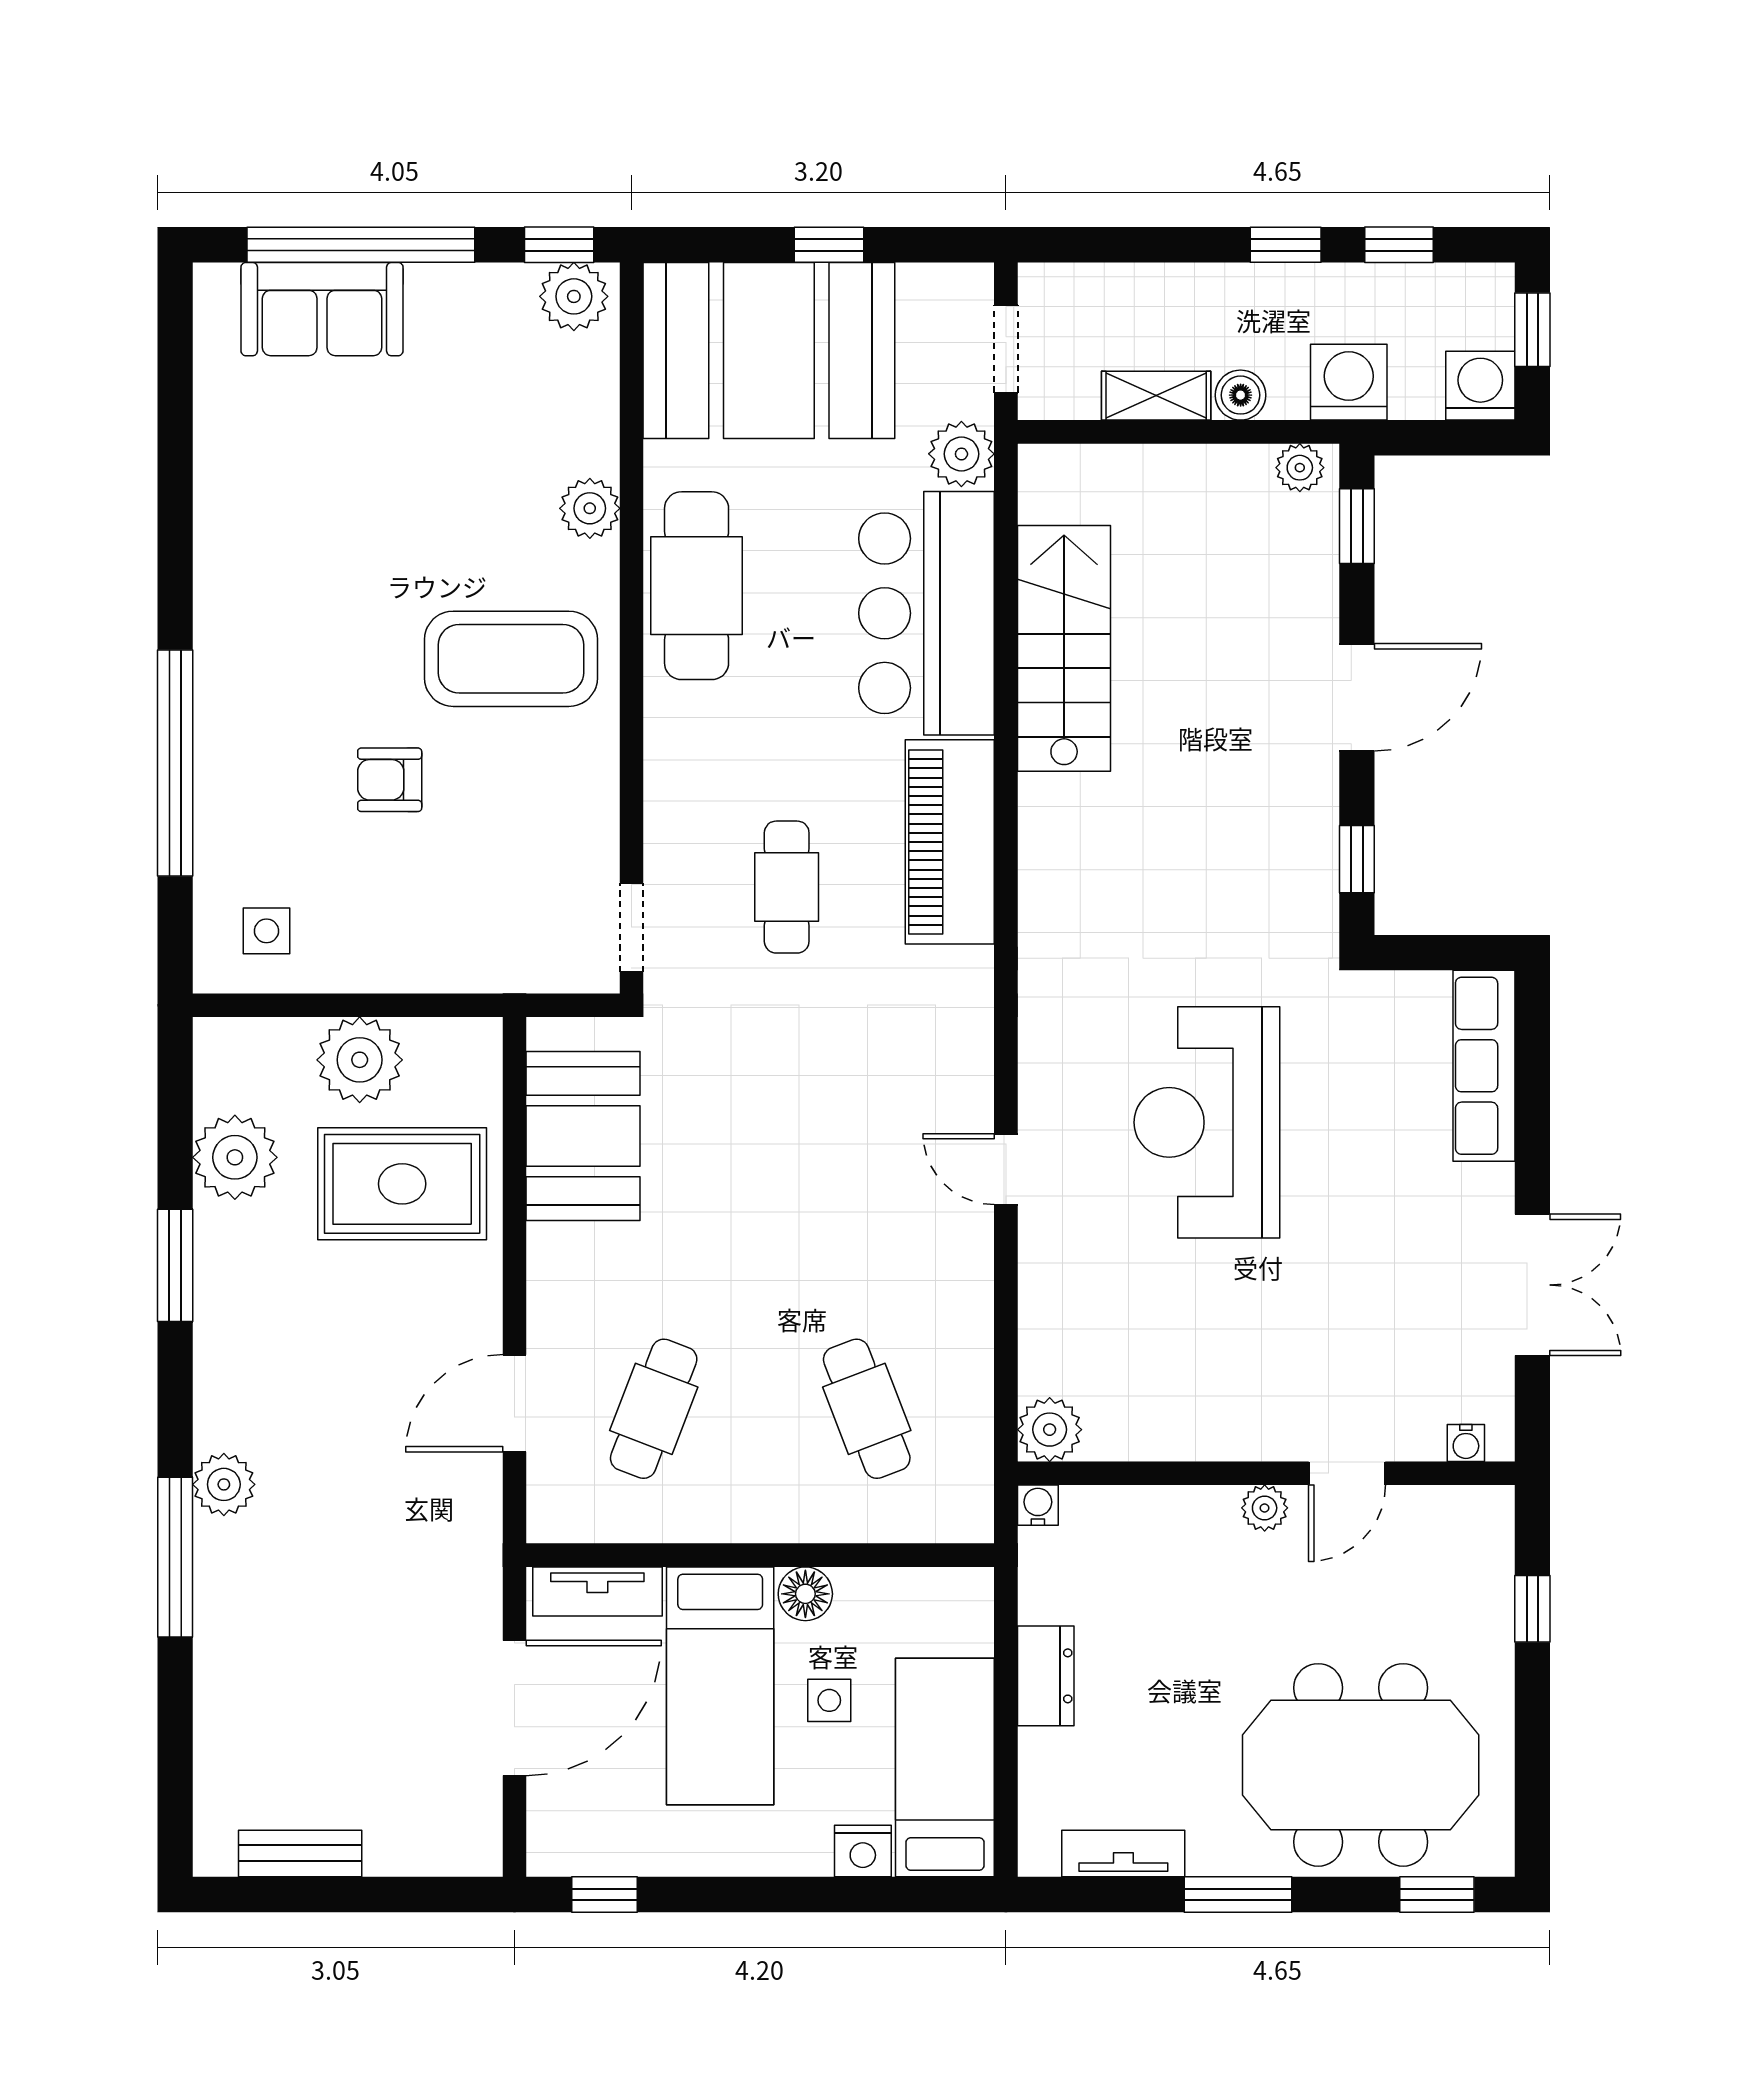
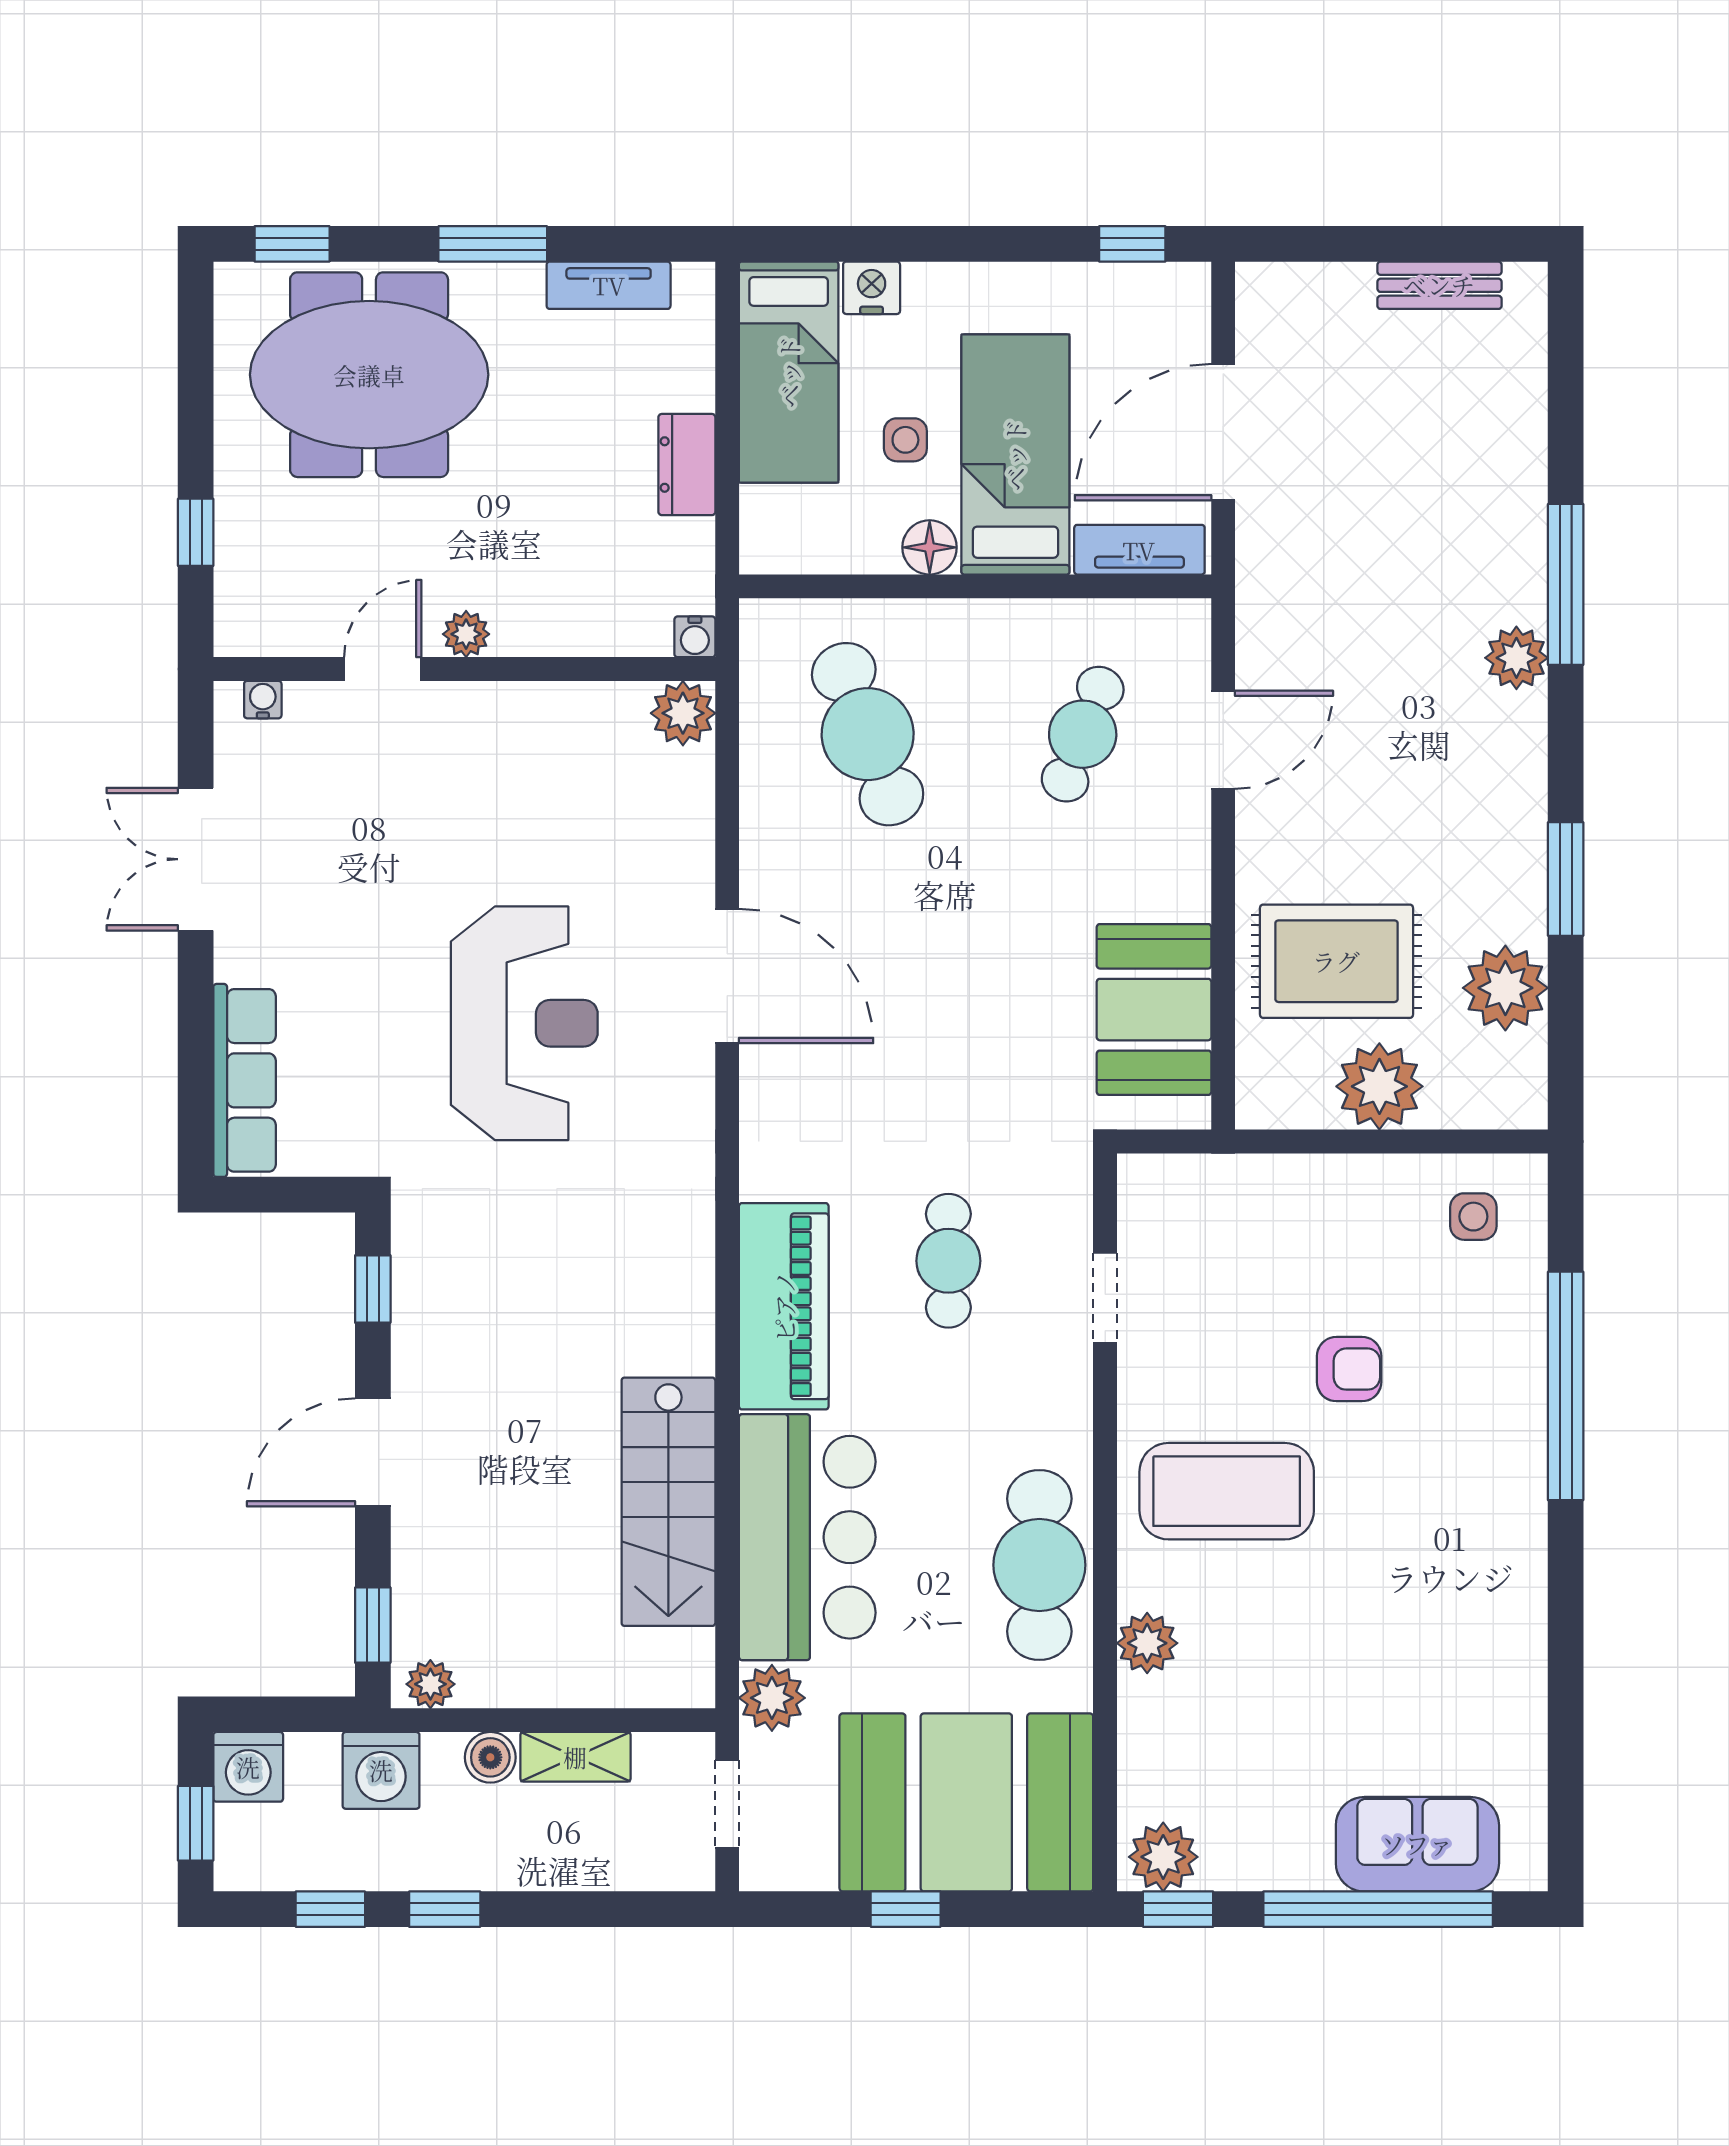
doorway: (631, 927) -> (1105, 1298), moved
door: (1006, 1169) -> (727, 976), width x1.88
cafe table: (867, 1409) -> (868, 734), width x1.37, depth x1.35

